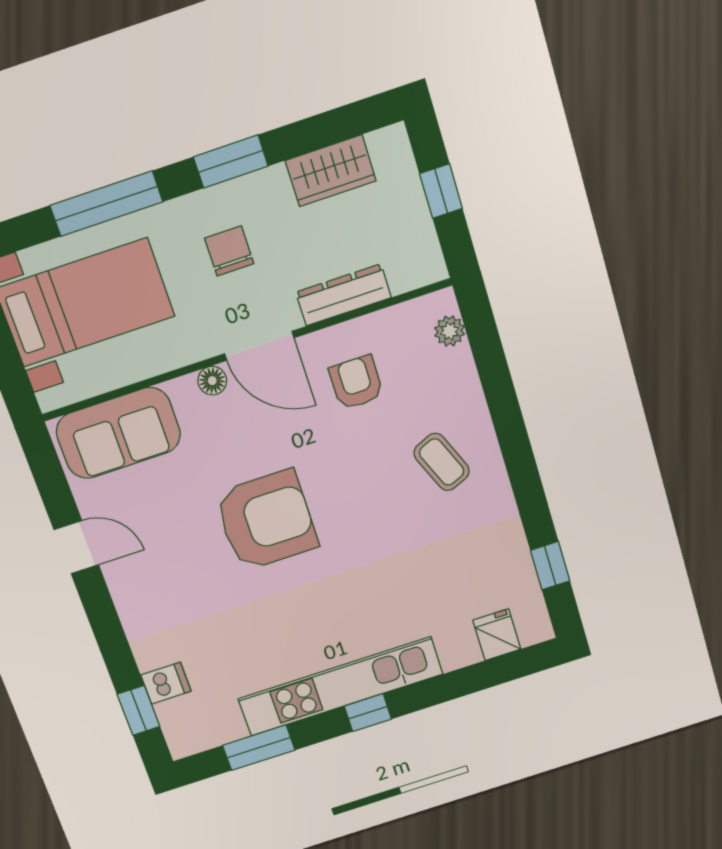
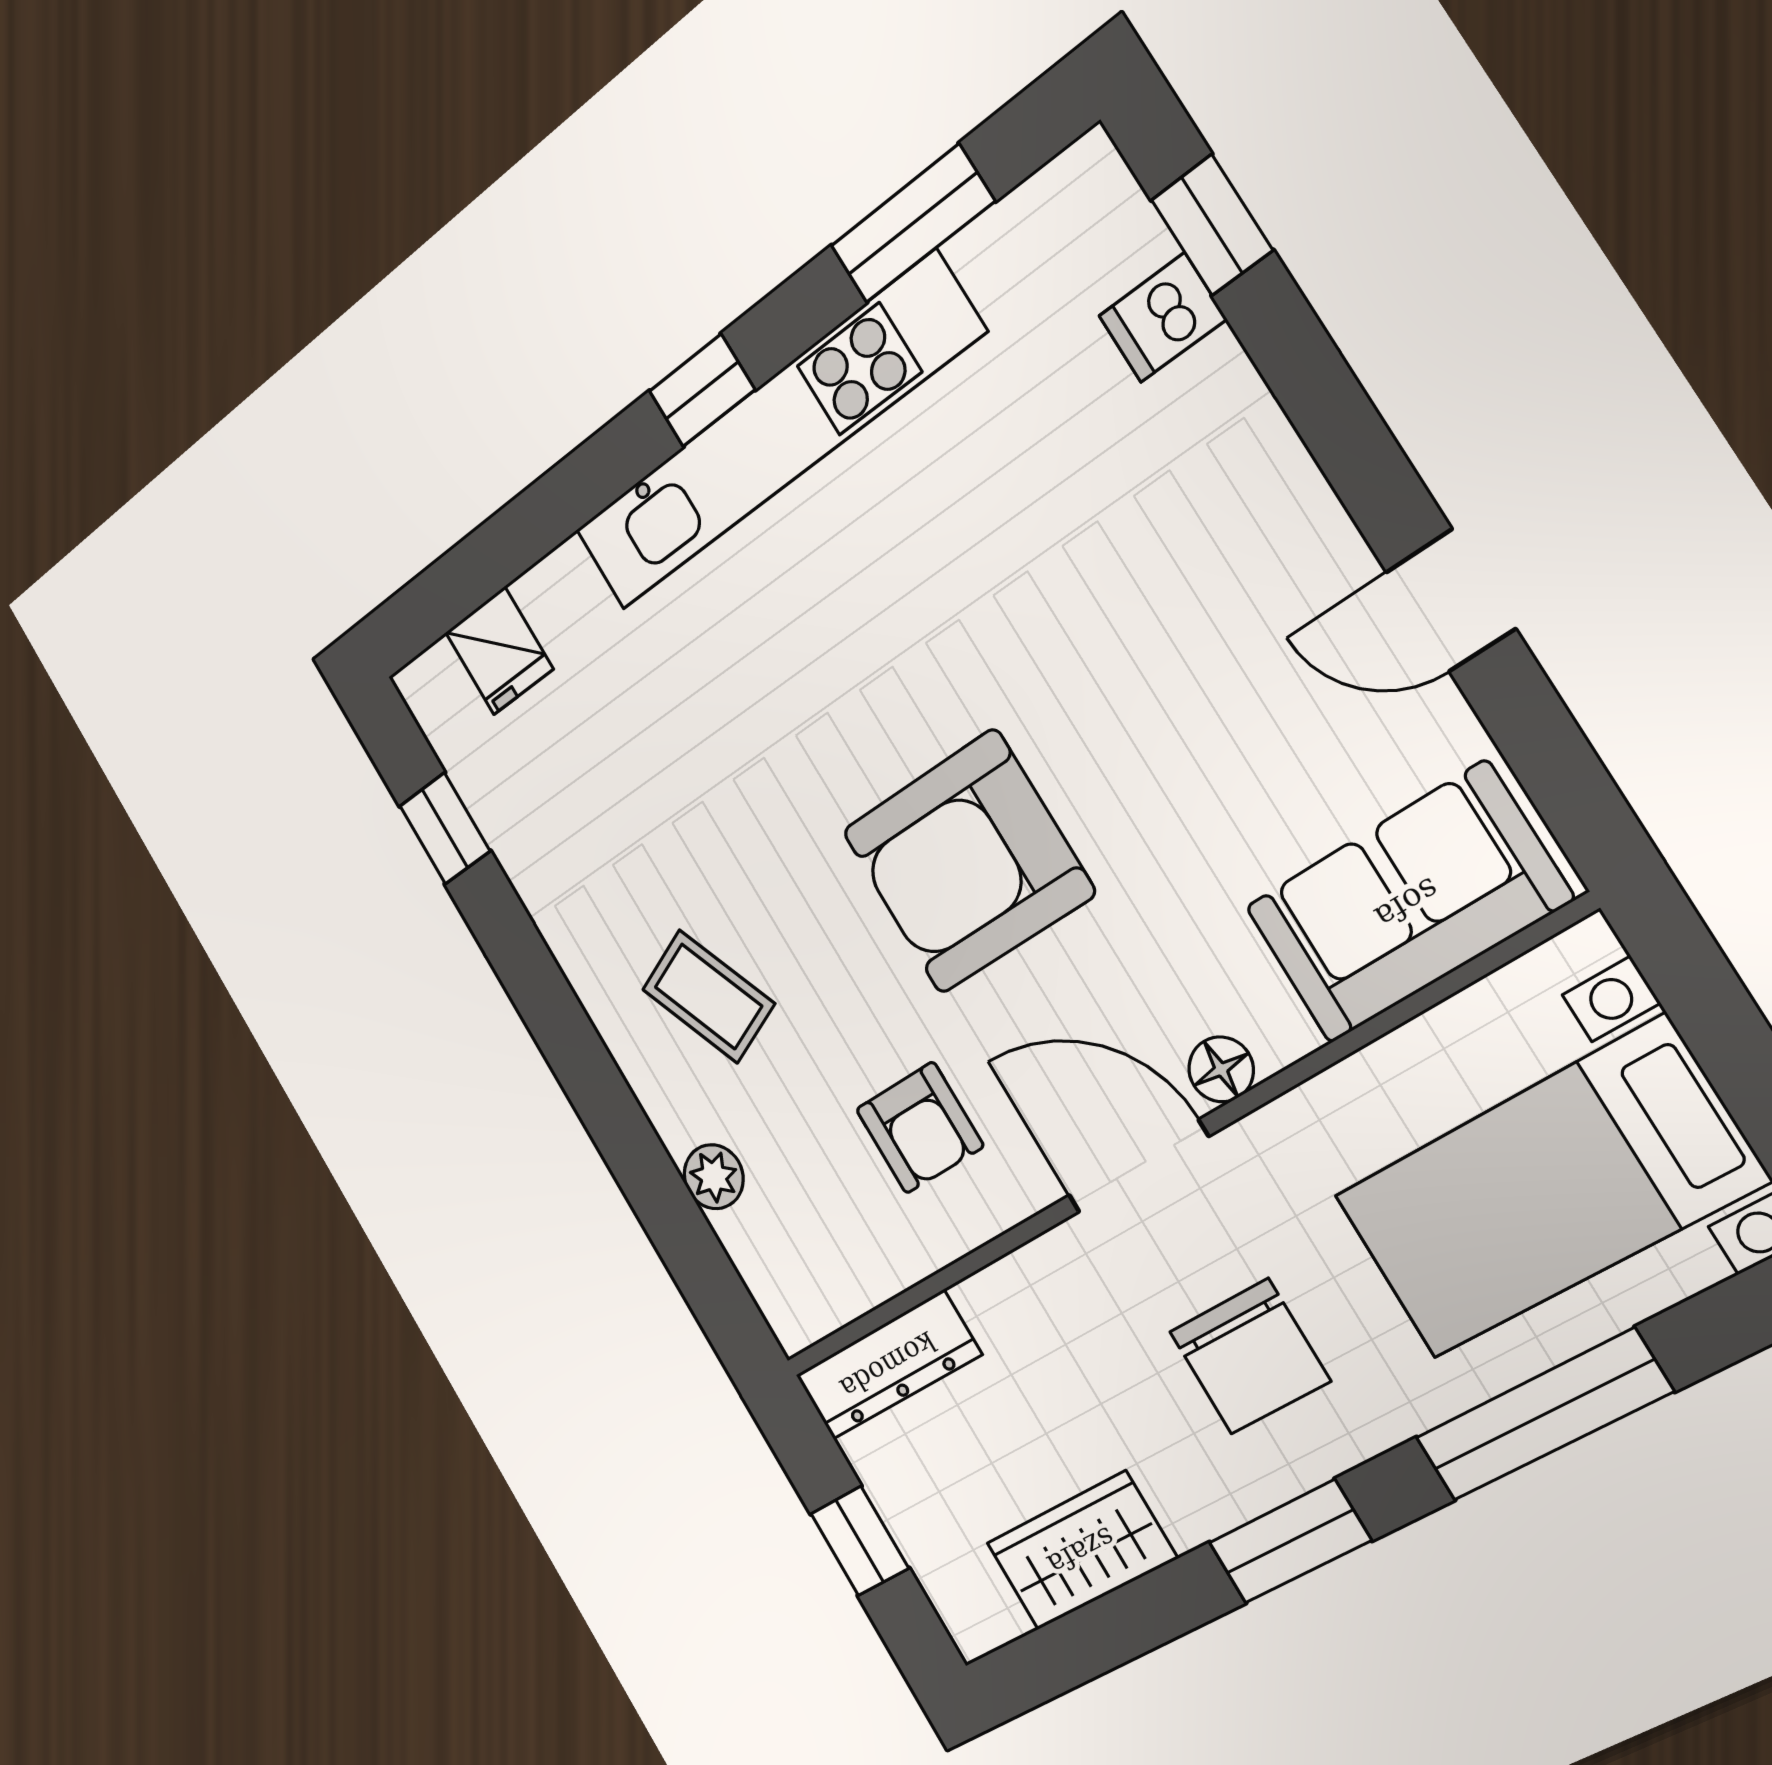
chair: (229, 251) -> (1250, 1356), width x1.37, depth x1.37
dresser: (344, 295) -> (888, 1365), moved
plant: (450, 331) -> (714, 1177), moved
armchair: (266, 520) -> (968, 862), moved

